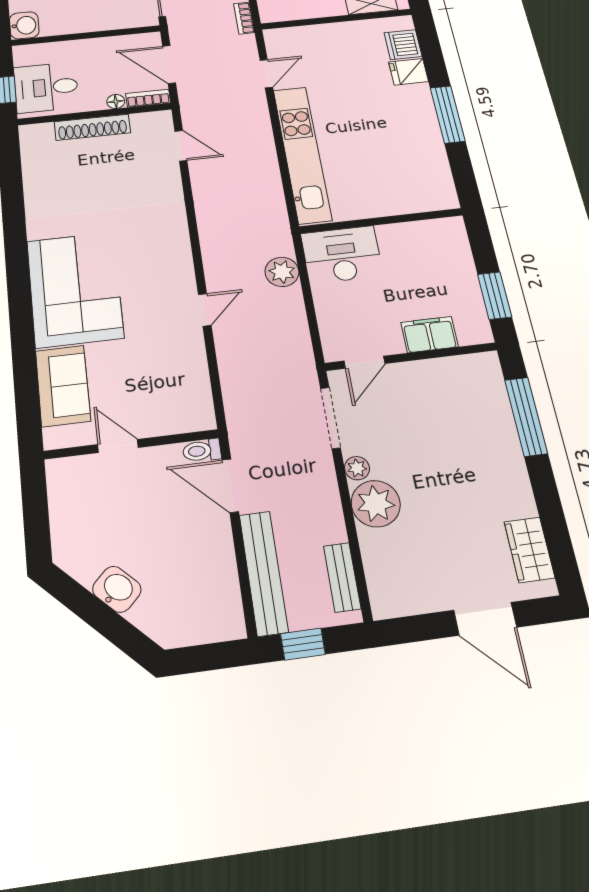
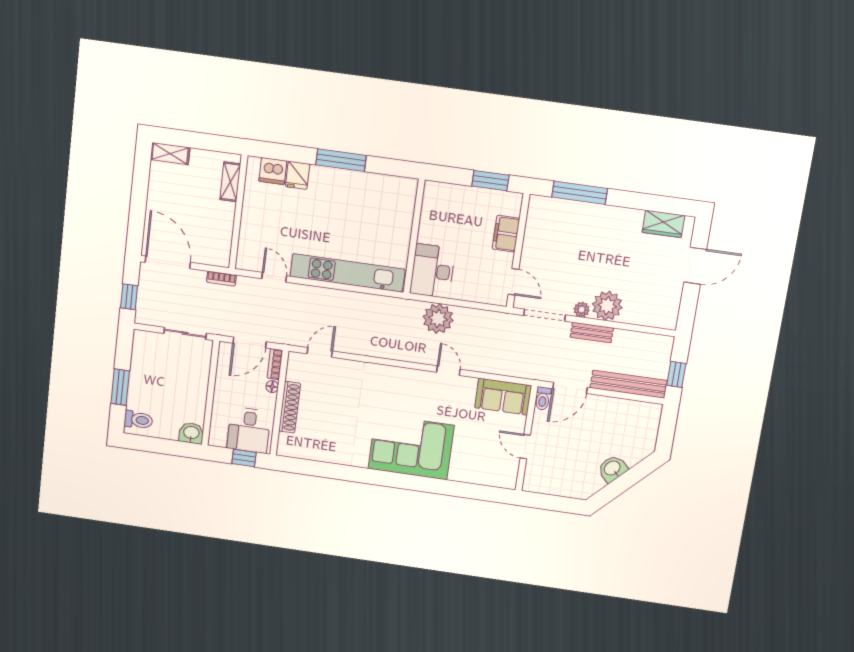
plant: (282, 272) -> (438, 319), width x1.36, depth x1.36
sofa: (63, 386) -> (503, 397), moved, turned 180
door: (118, 446) -> (525, 447), hinge flipped
bench: (342, 577) -> (592, 333), moved

